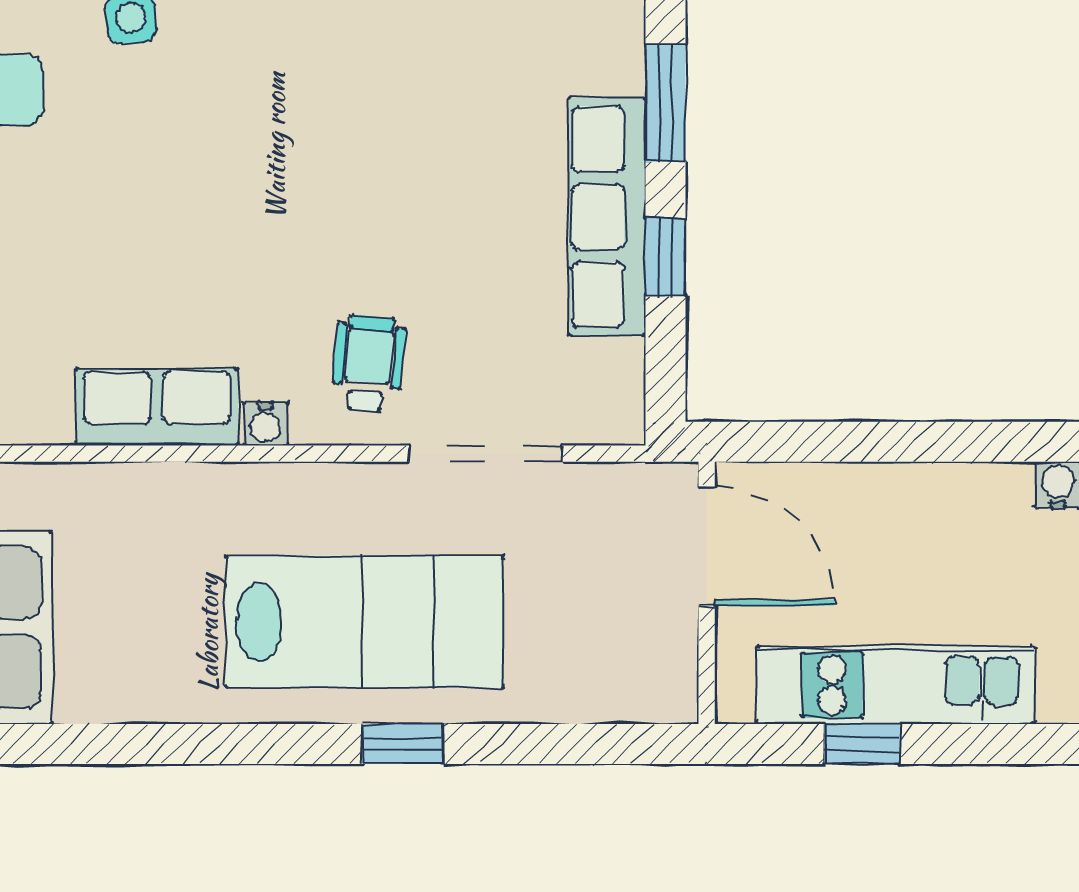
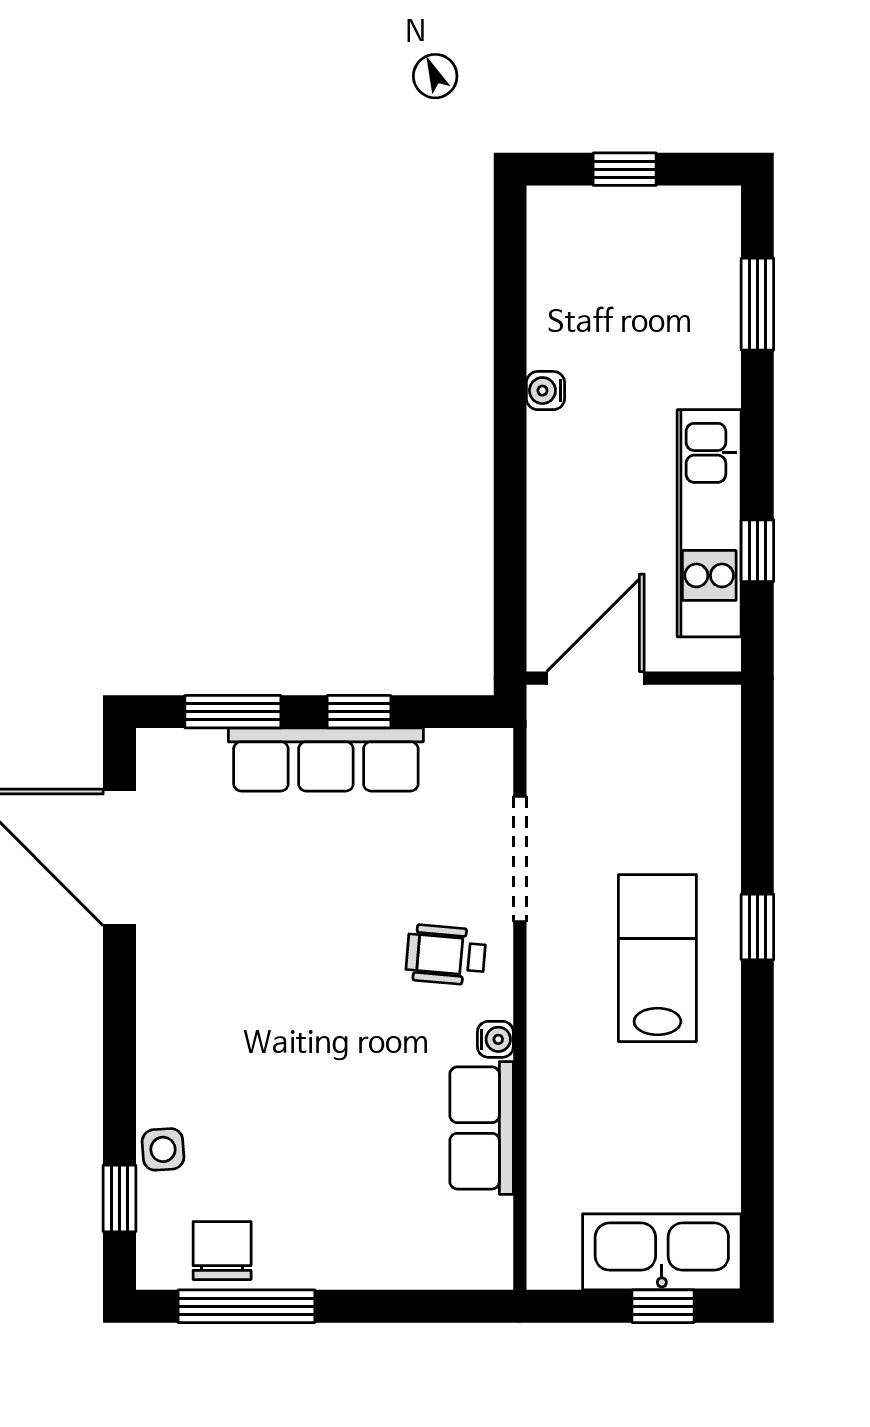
lab bench: (365, 622) -> (657, 958), width x0.73, depth x0.72

